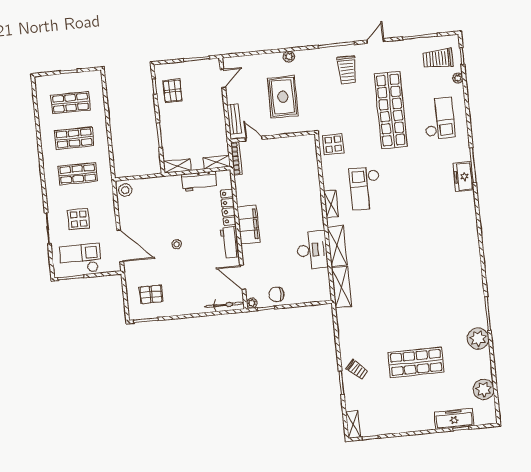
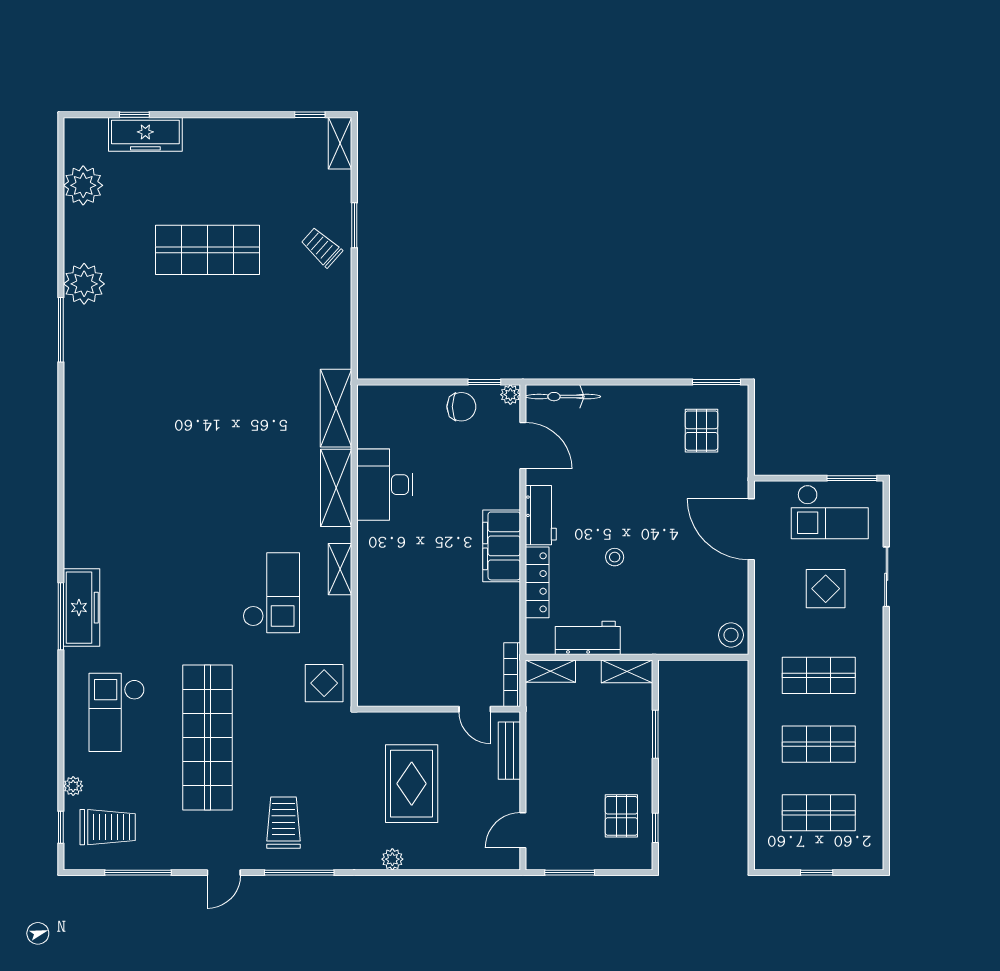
freezer: (463, 177) -> (82, 608), width x1.40
stool: (177, 244) -> (615, 557), moved
pallet: (151, 294) -> (701, 431), turned 90

